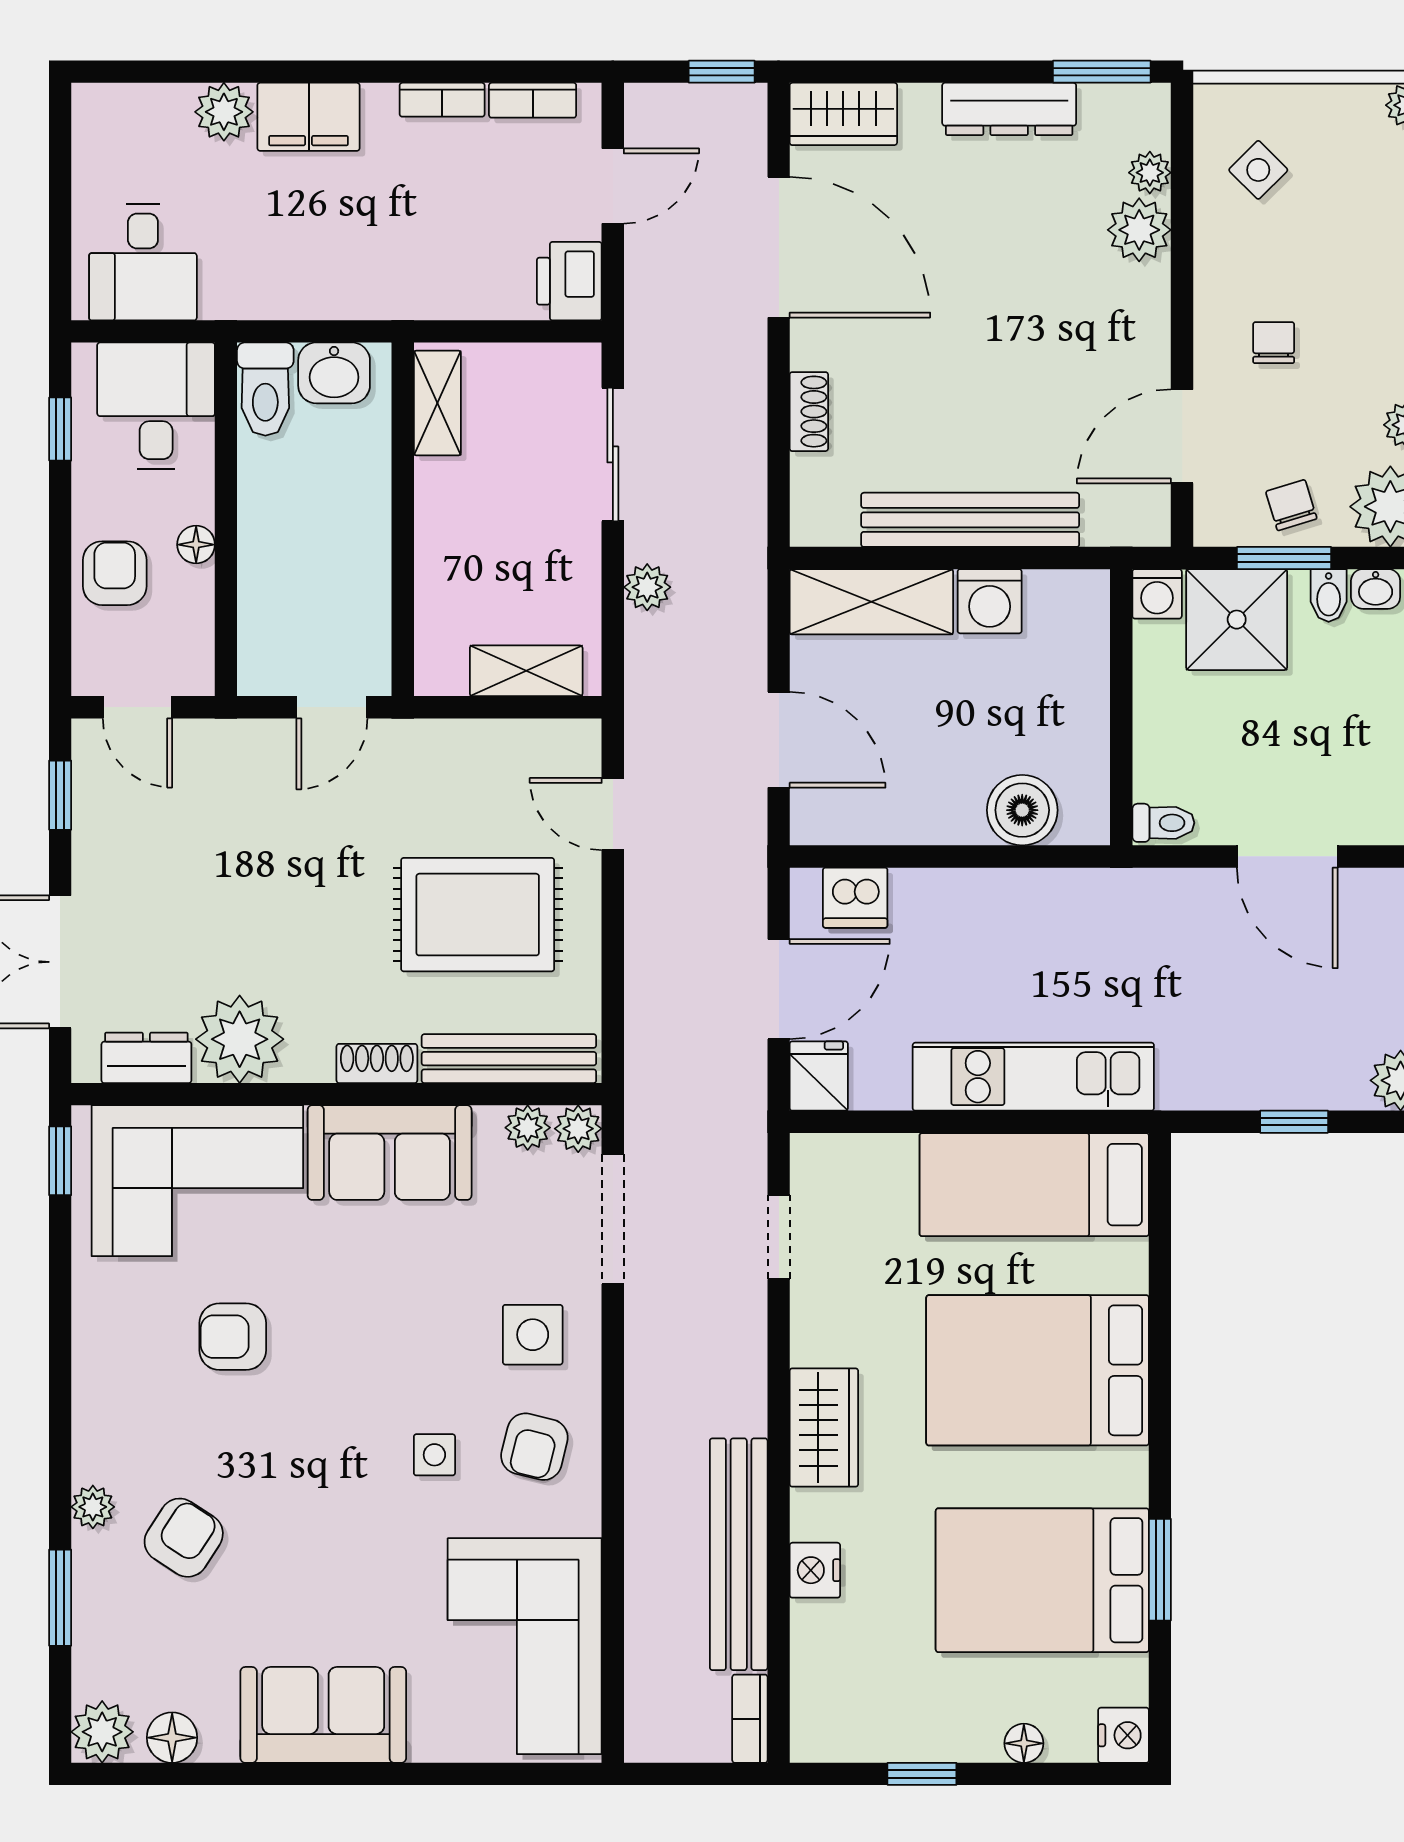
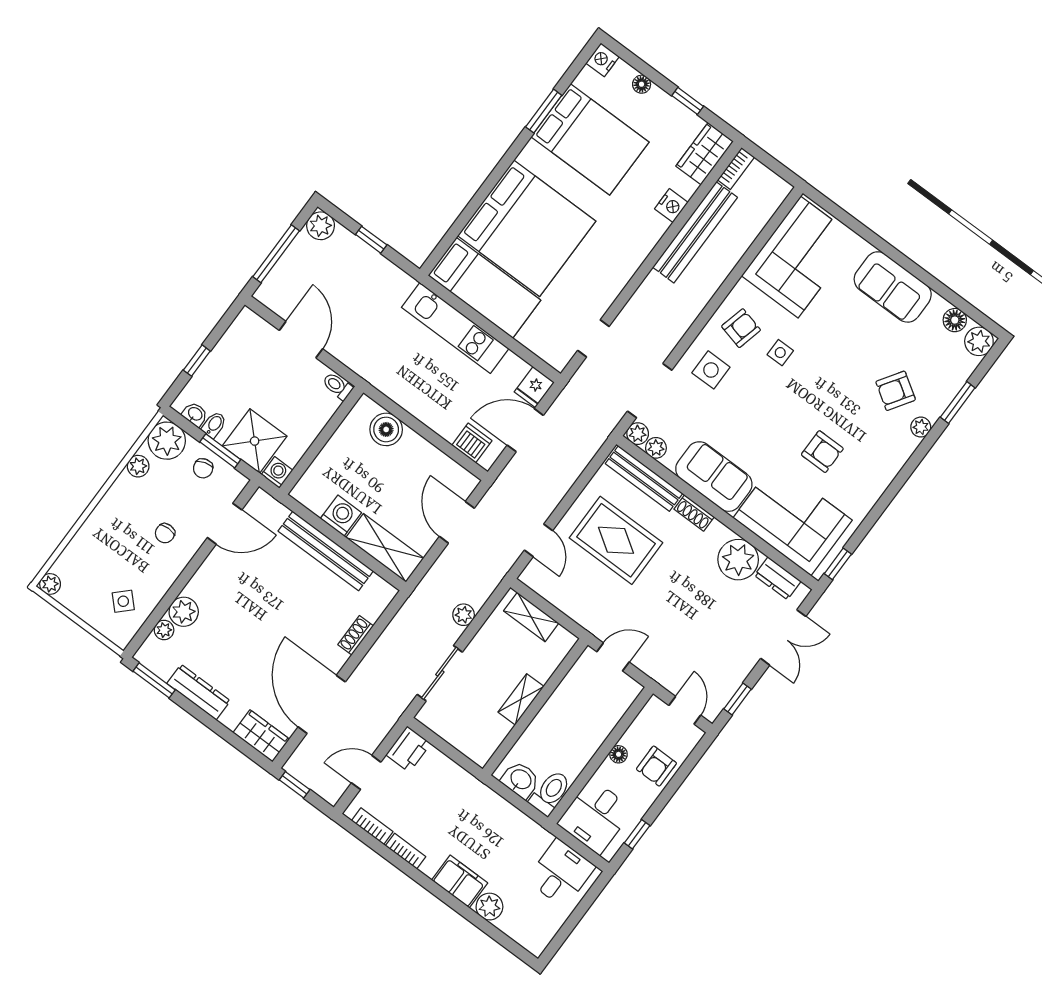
shelving: (437, 403) -> (521, 699), moved
bed: (1038, 1370) -> (527, 228), width x1.36
wardrobe: (824, 1428) -> (705, 154), moved

